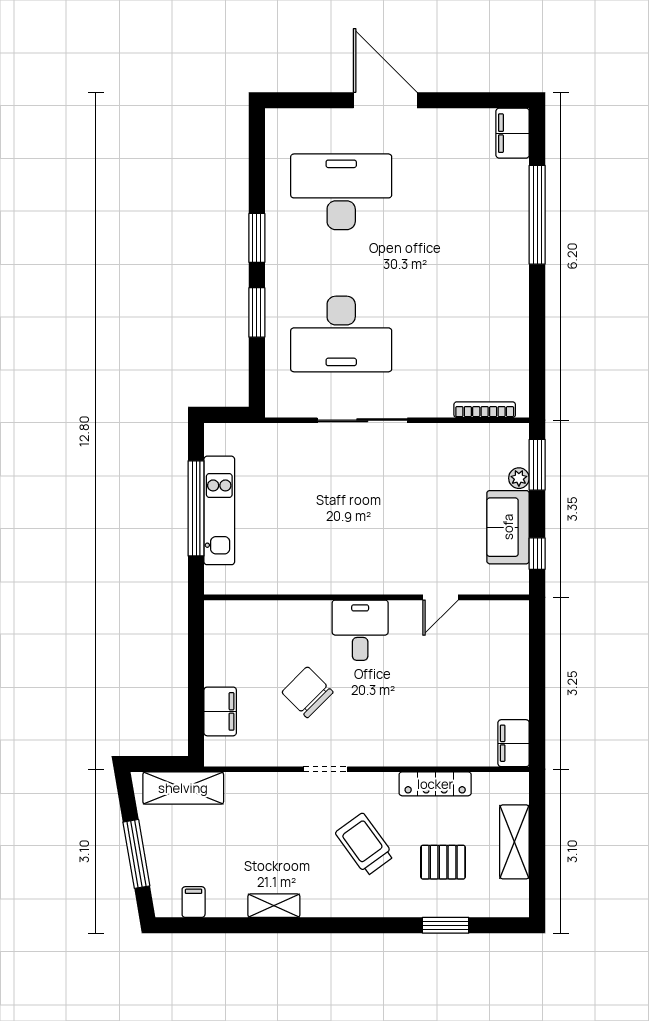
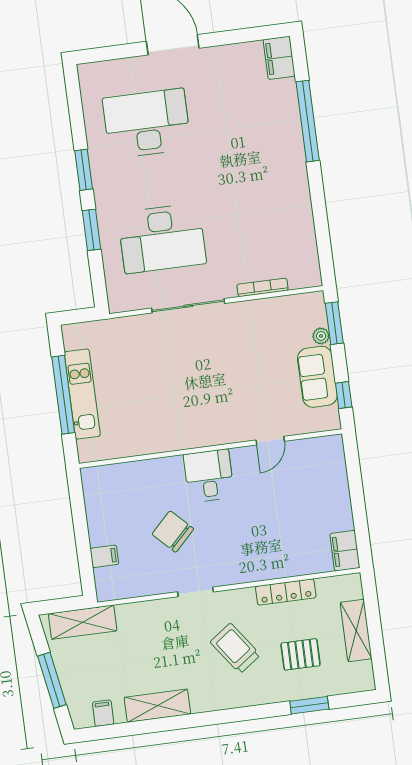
bookcase: (485, 410) -> (262, 287), moved
filing cabinet: (220, 711) -> (104, 556), width x0.50
shelving: (274, 906) -> (157, 706), width x1.50, depth x1.33

